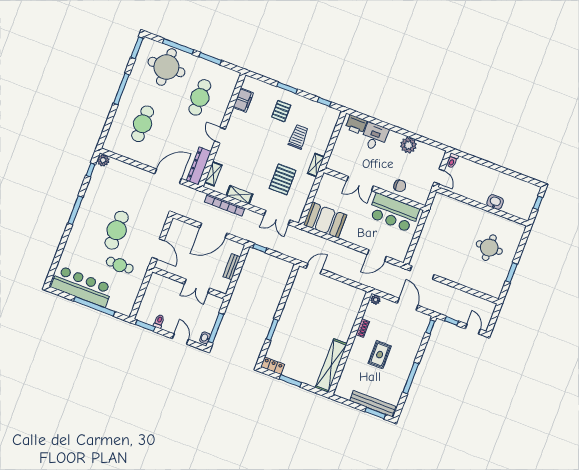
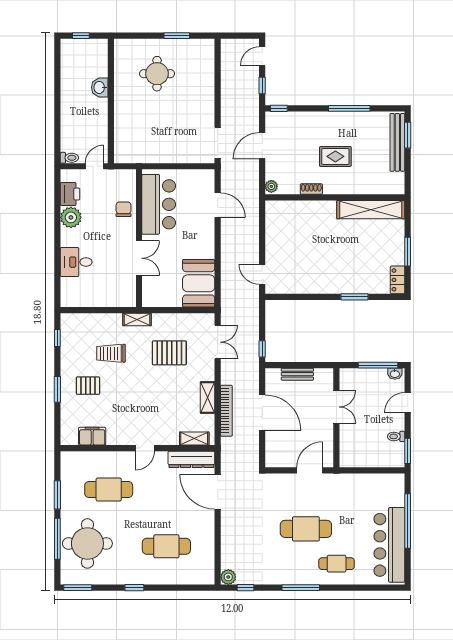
window: (121, 89) -> (134, 588), width x0.46
printer: (356, 125) -> (70, 194), moved
cafe table: (120, 265) -> (337, 564), moved, turned 90

